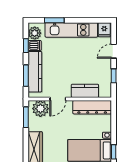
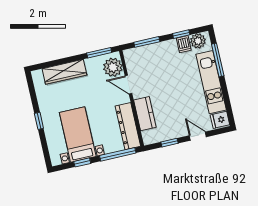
window: (54, 20) -> (218, 60), width x1.44
kitchen counter: (35, 72) -> (154, 51), removed
window: (114, 121) -> (118, 154), added

